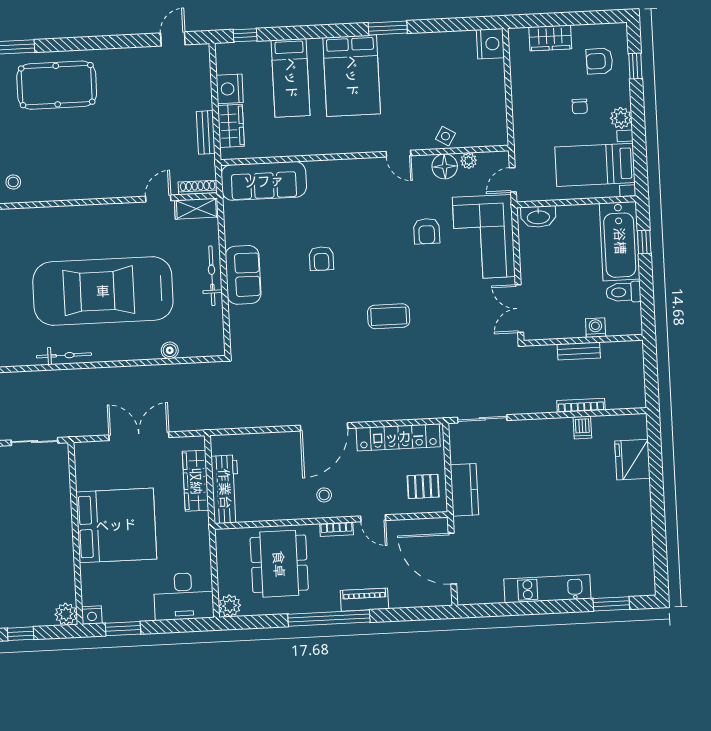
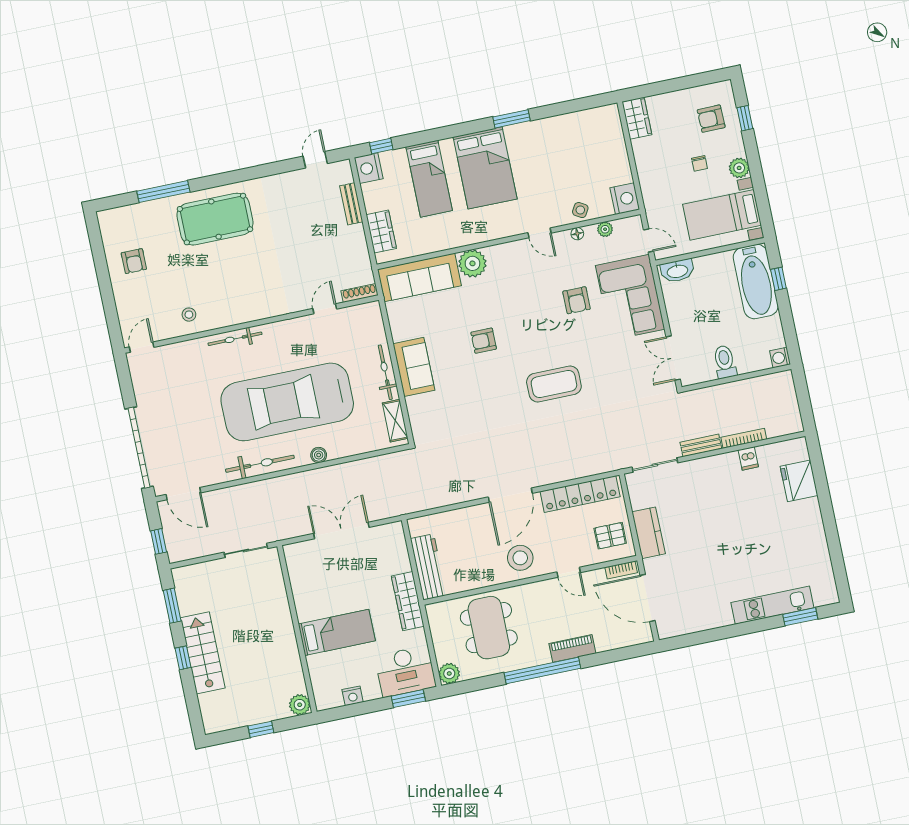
wardrobe: (550, 38) -> (637, 118), moved, turned -90
nightstand: (490, 44) -> (625, 199), moved
nightstand: (230, 89) -> (369, 168), moved
bench: (206, 132) -> (351, 204), moved
floor lamp: (445, 166) -> (577, 234), width x0.53, depth x0.53
plant: (322, 175) -> (472, 263), added
door: (513, 180) -> (649, 241), swing flipped
shelving: (196, 209) -> (395, 421), moved, turned 90
bicycle: (58, 215) -> (235, 339), added
armchair: (321, 259) -> (484, 341), turned 90
toilet: (623, 292) -> (725, 362), moved, turned 90
coffee table: (389, 316) -> (554, 384), width x1.36, depth x1.32
washing machine: (596, 328) -> (780, 358), moved, turned -90
boiler: (170, 350) -> (319, 455), moved
bench: (579, 351) -> (701, 445), moved
bicycle: (64, 355) -> (260, 464), width x1.37, depth x1.40
wardrobe: (196, 481) -> (408, 601), moved
stool: (324, 495) -> (520, 558), width x1.89, depth x1.89
bed: (116, 525) -> (337, 632), width x0.49
bookcase: (337, 529) -> (621, 570), moved
kitchen unit: (547, 589) -> (772, 605), moved
nightstand: (92, 615) -> (353, 696), moved
window: (123, 629) -> (408, 699), moved

